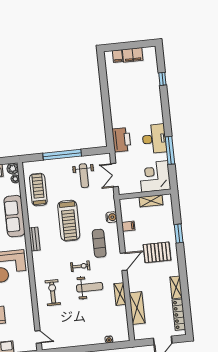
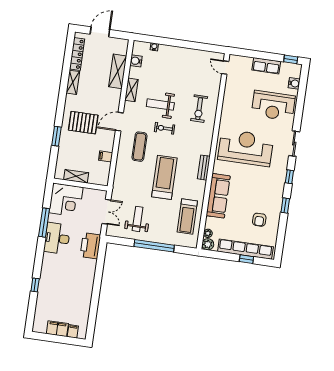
window: (162, 79) -> (35, 285), moved
water cooler: (111, 217) -> (136, 61), moved

